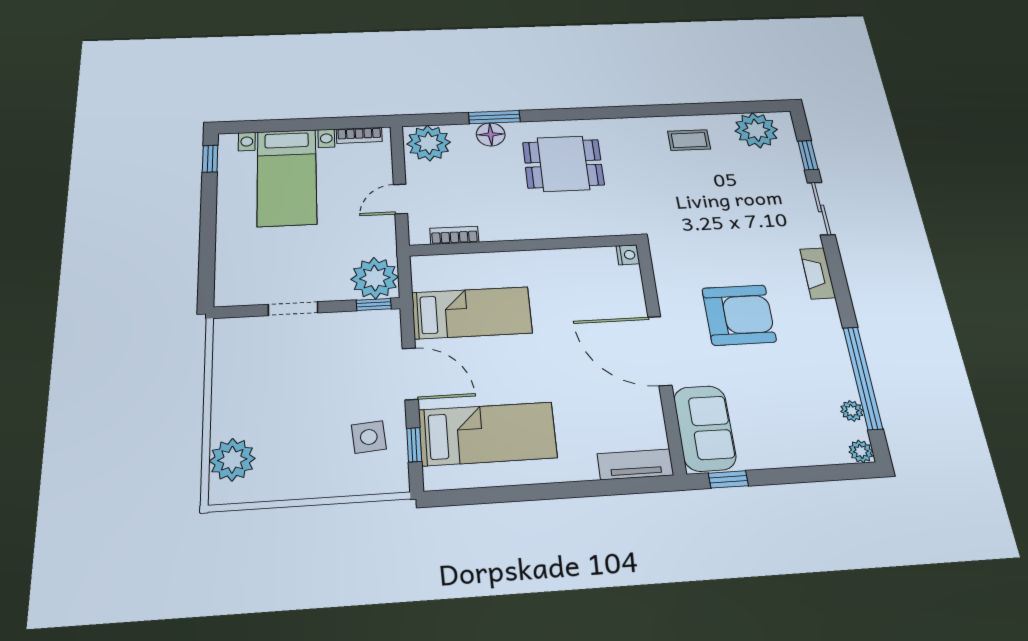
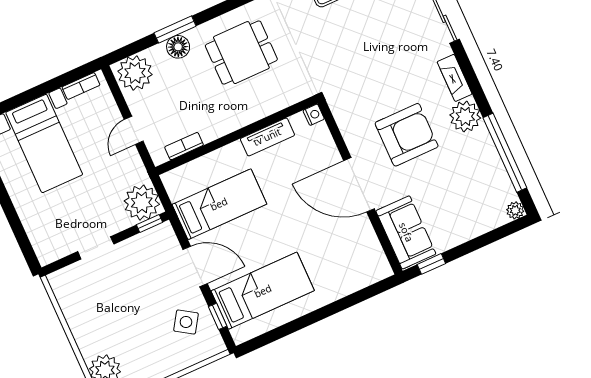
plant: (852, 411) -> (465, 116), moved, width x1.87, depth x1.87
side table: (369, 437) -> (186, 322), turned 38
tv unit: (635, 464) -> (267, 137), moved, turned 180

